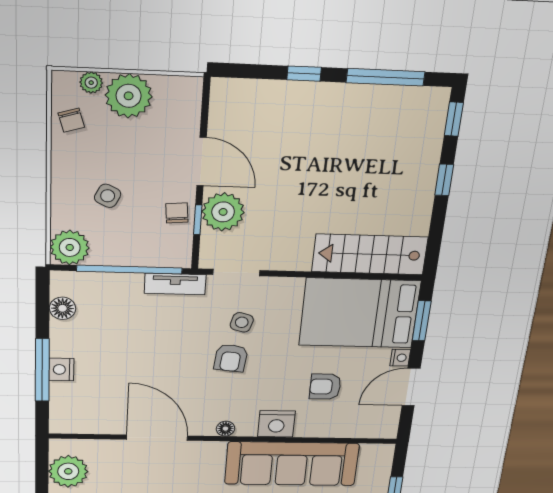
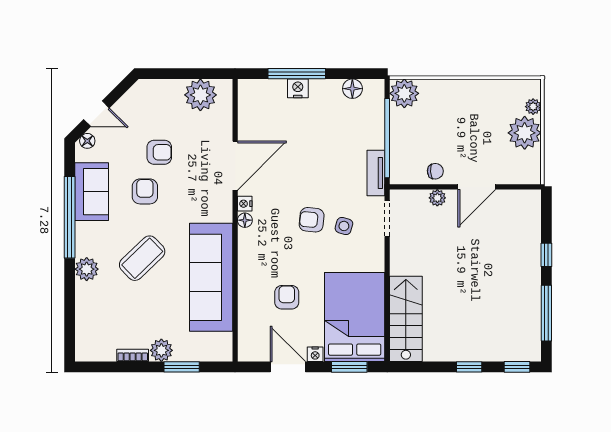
chair: (71, 120) -> (505, 93), removed
side table: (108, 196) -> (447, 120), removed
plant: (223, 212) -> (437, 198), width x0.53, depth x0.53
window: (198, 220) -> (430, 187), removed
nightstand: (276, 424) -> (245, 204), moved, width x0.53, depth x0.56

